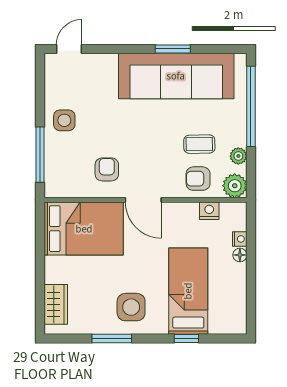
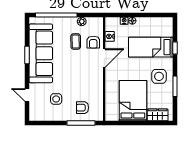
door: (69, 49) -> (27, 95), moved
side table: (64, 120) -> (56, 99), moved
armchair: (107, 169) -> (82, 108), moved
plant: (235, 186) -> (97, 23), removed
door: (143, 200) -> (104, 58), moved
bed: (84, 229) -> (133, 101), moved

